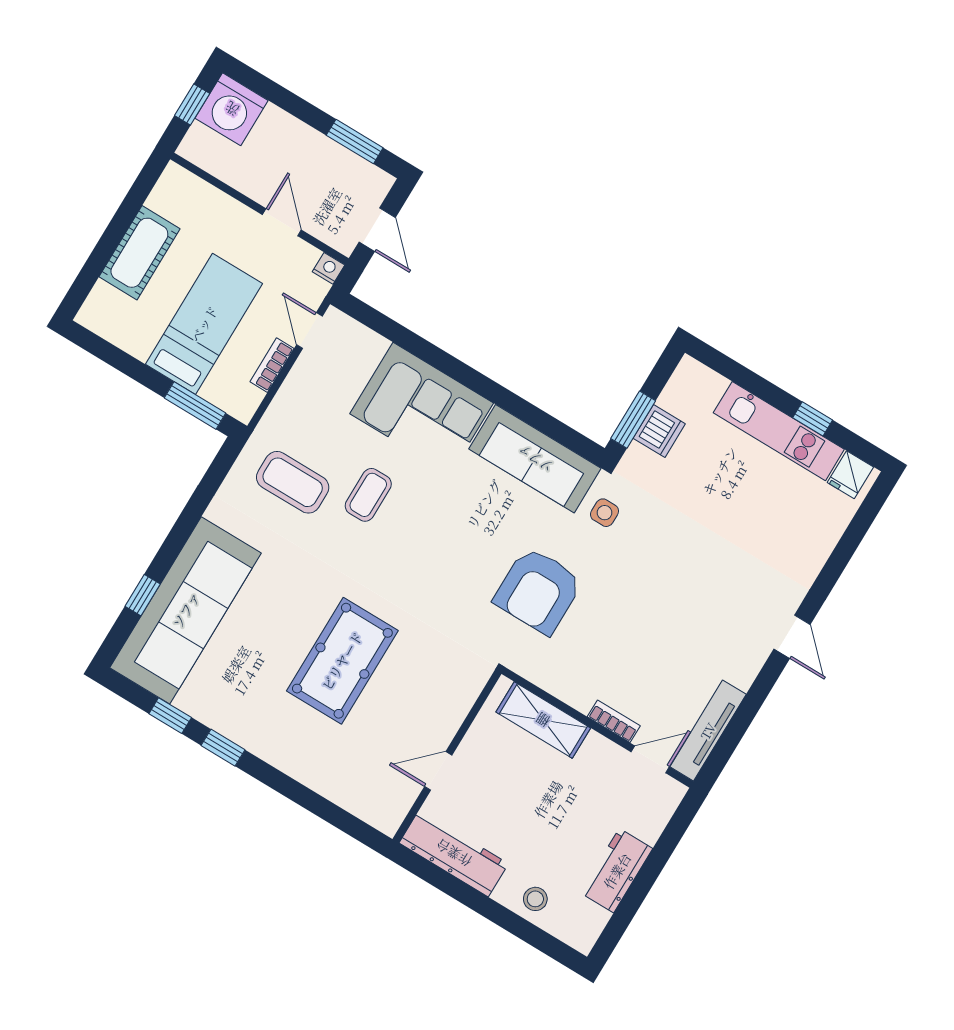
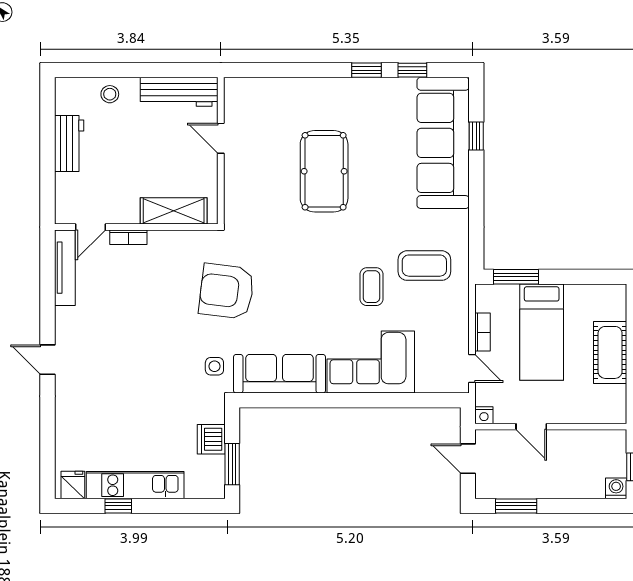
washing machine: (232, 109) -> (616, 488), width x0.53, depth x0.53
window: (633, 420) -> (232, 464), moved
armchair: (538, 591) -> (227, 291), turned -83
door: (438, 771) -> (221, 138), swing flipped

